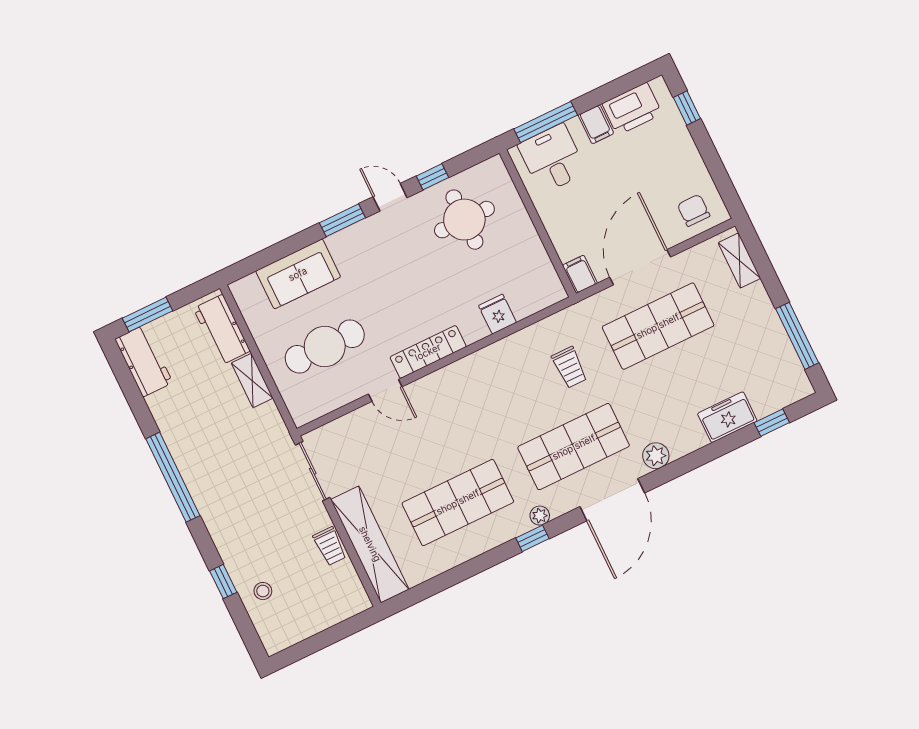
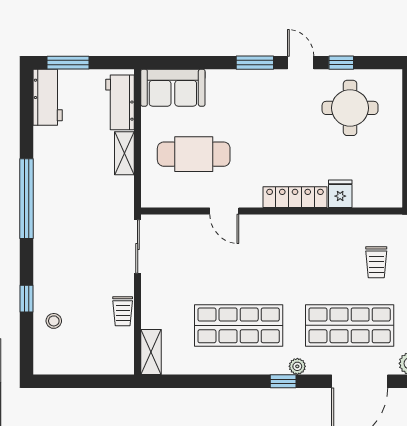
sofa: (298, 274) -> (173, 88), moved
locker: (428, 352) -> (295, 197), moved
shelving: (370, 544) -> (151, 352), width x0.45, depth x0.75

